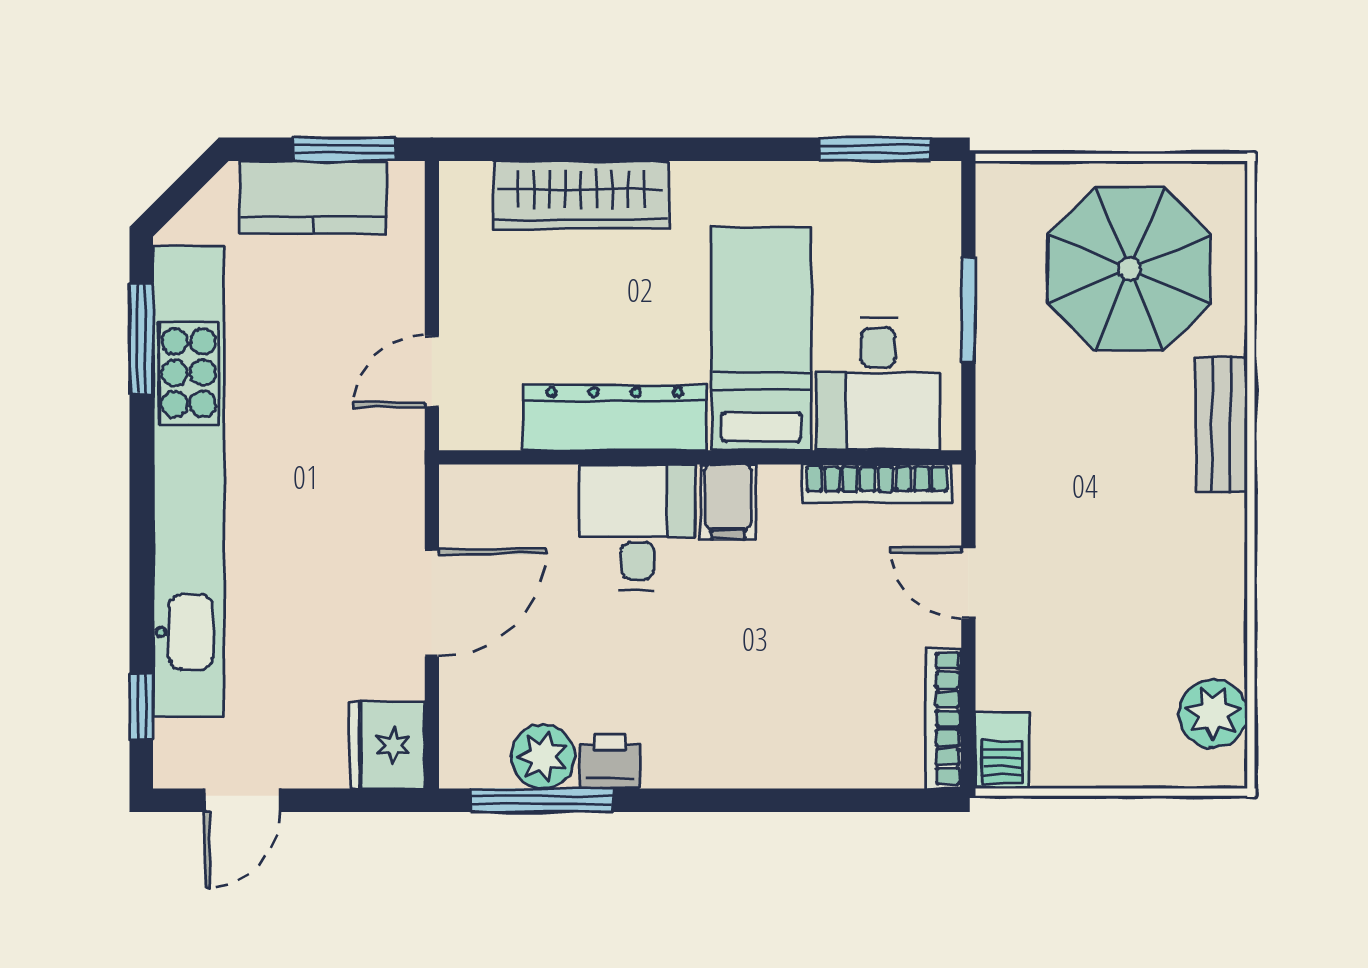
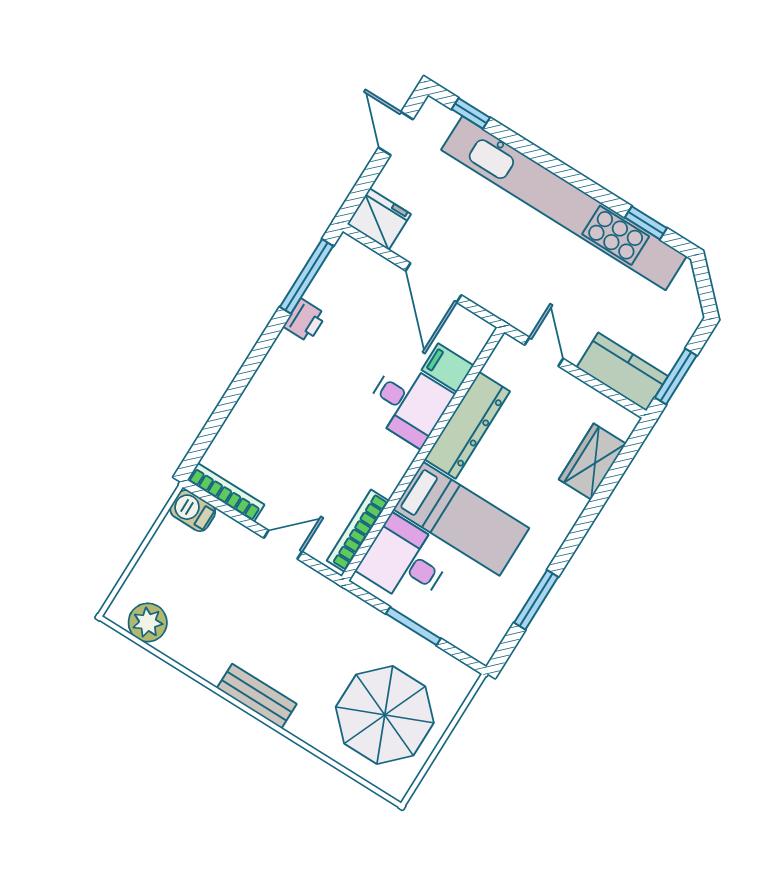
window: (875, 149) -> (536, 600), moved
wardrobe: (581, 195) -> (592, 461), width x0.67
kitchen counter: (313, 198) -> (622, 372), moved, turned 90
window: (141, 339) -> (646, 223), width x0.67
bench: (1221, 425) -> (257, 696), moved
filing cabinet: (728, 502) -> (448, 368), moved
plant: (543, 756) -> (327, 290), removed

